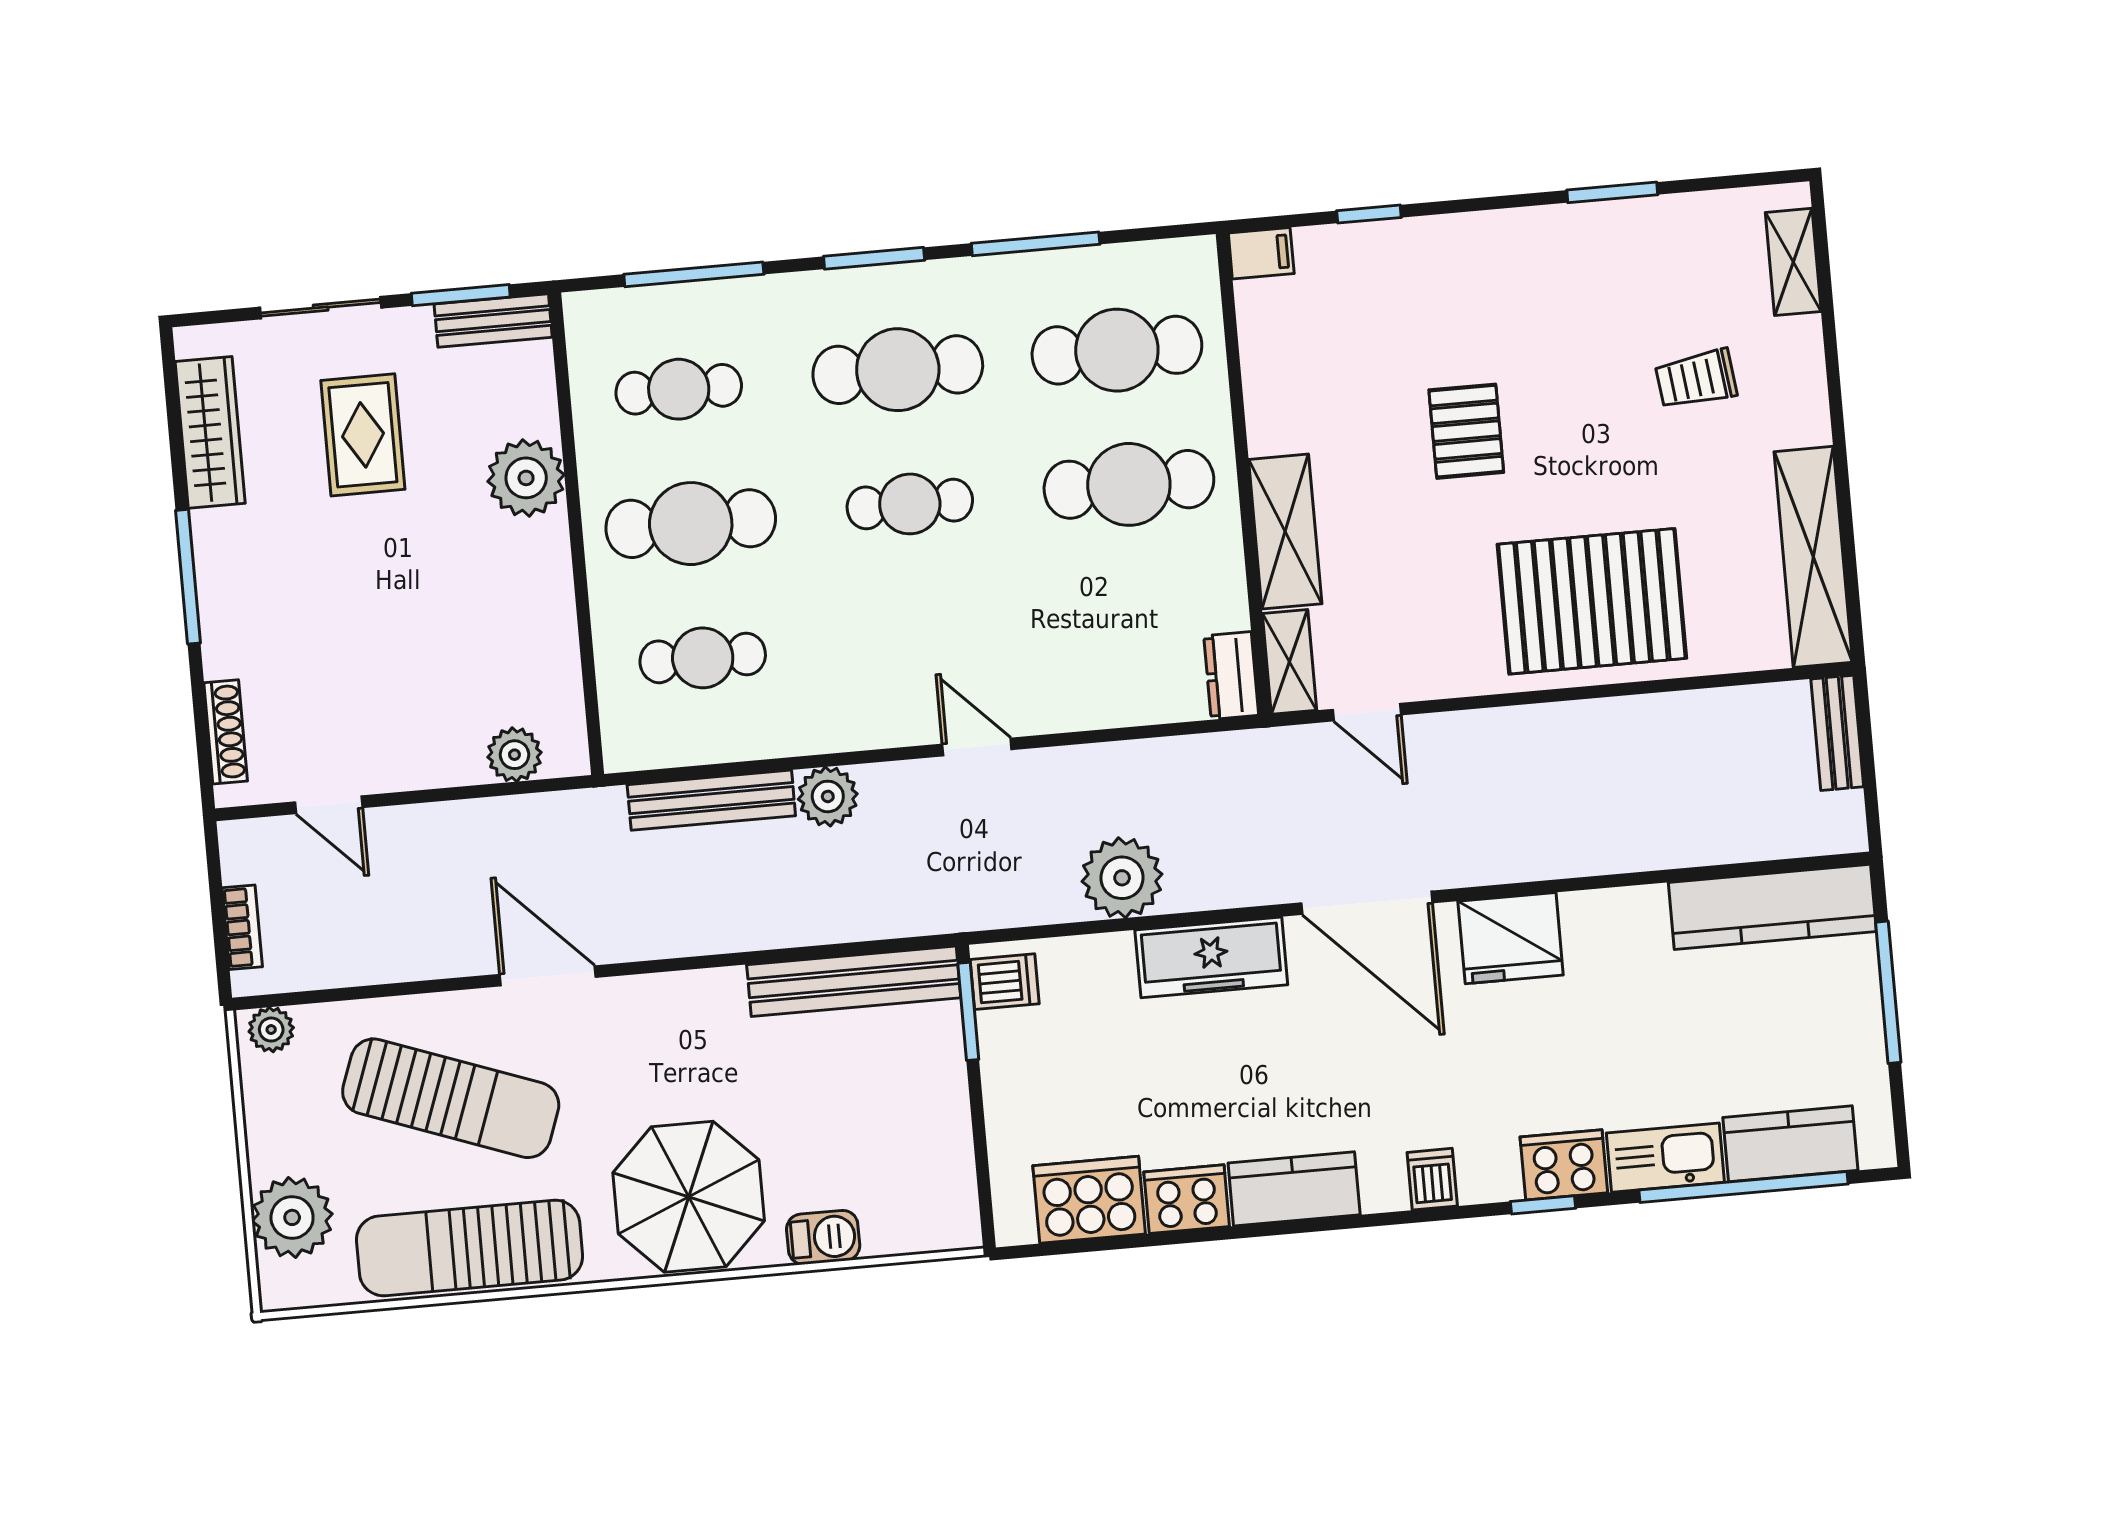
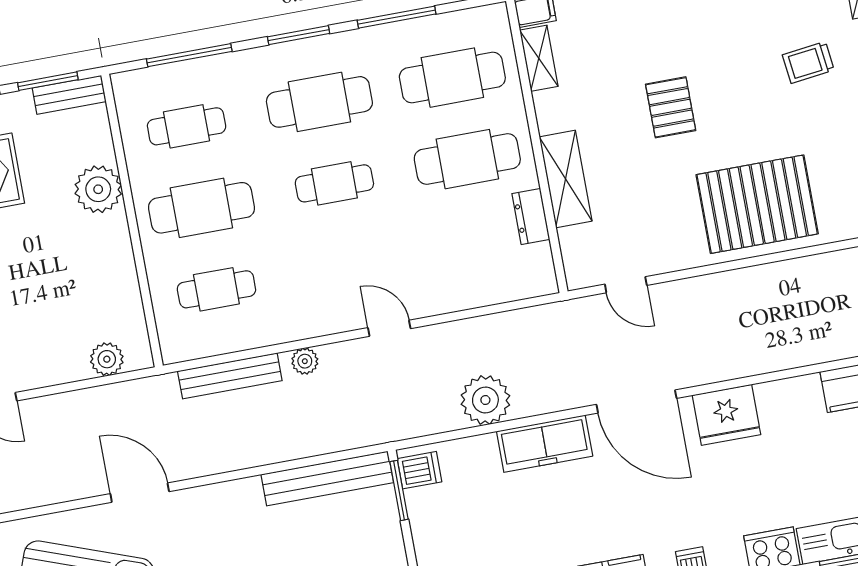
shelving: (1289, 662) -> (539, 58), moved
dresser: (1231, 675) -> (531, 216), moved
plant: (828, 796) -> (305, 361), width x0.73, depth x0.73

